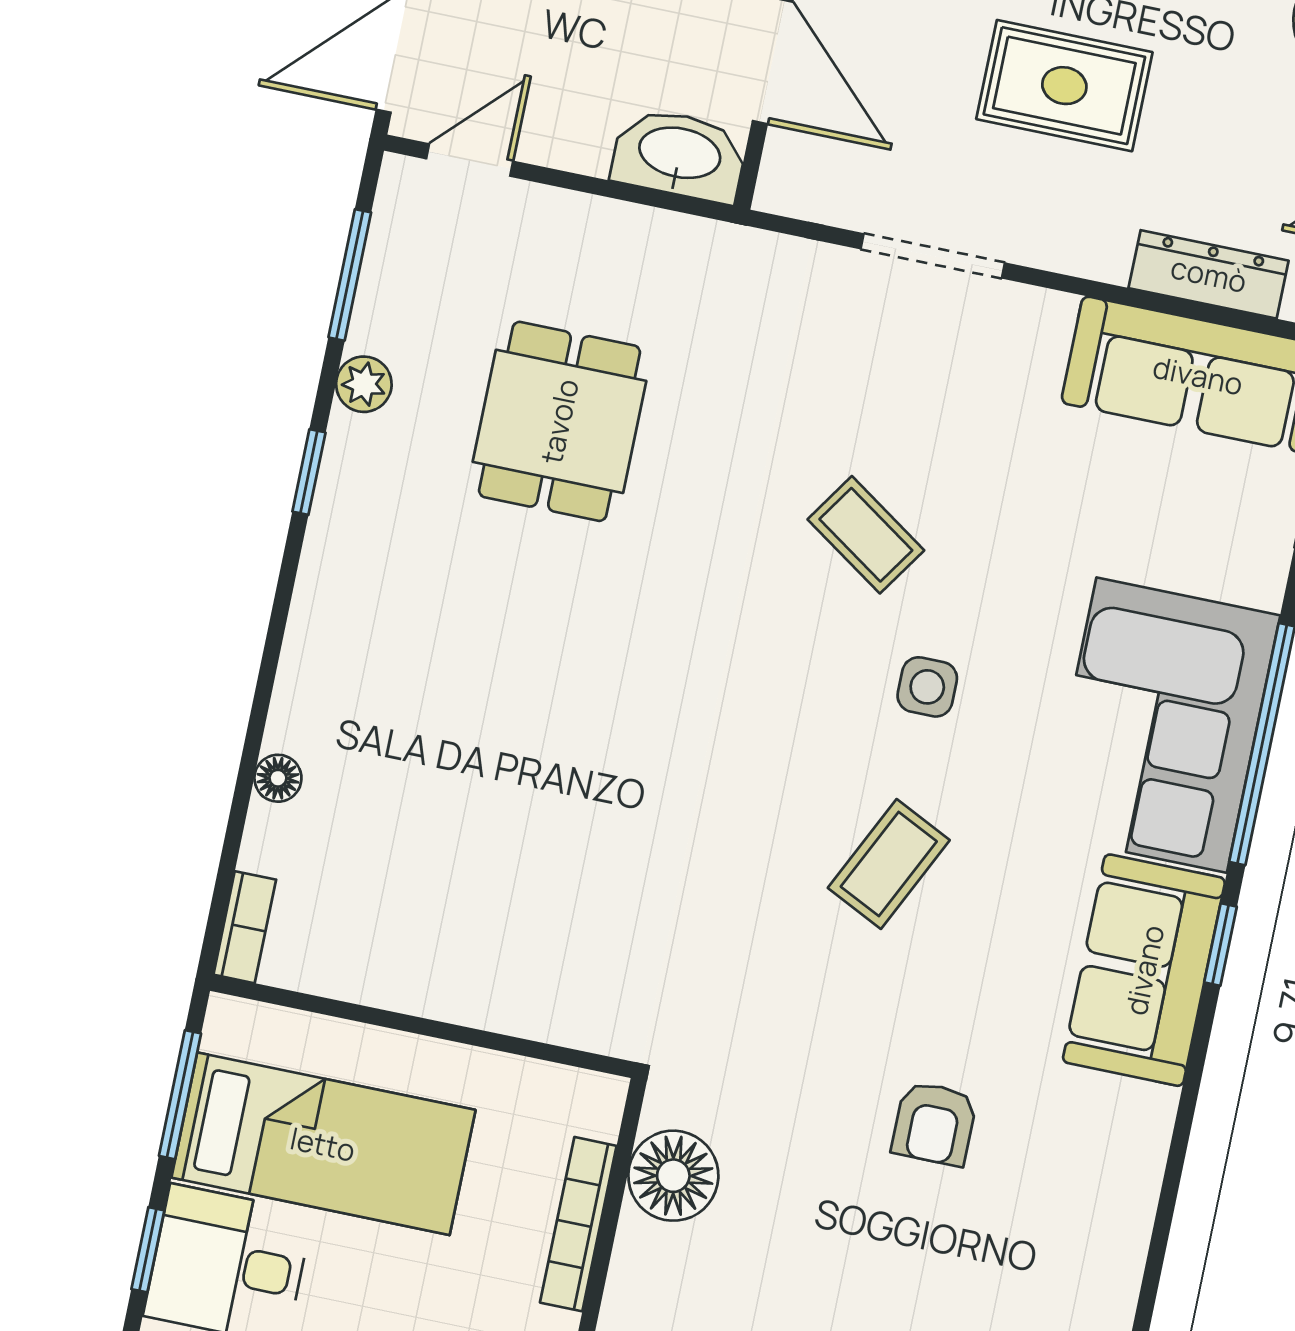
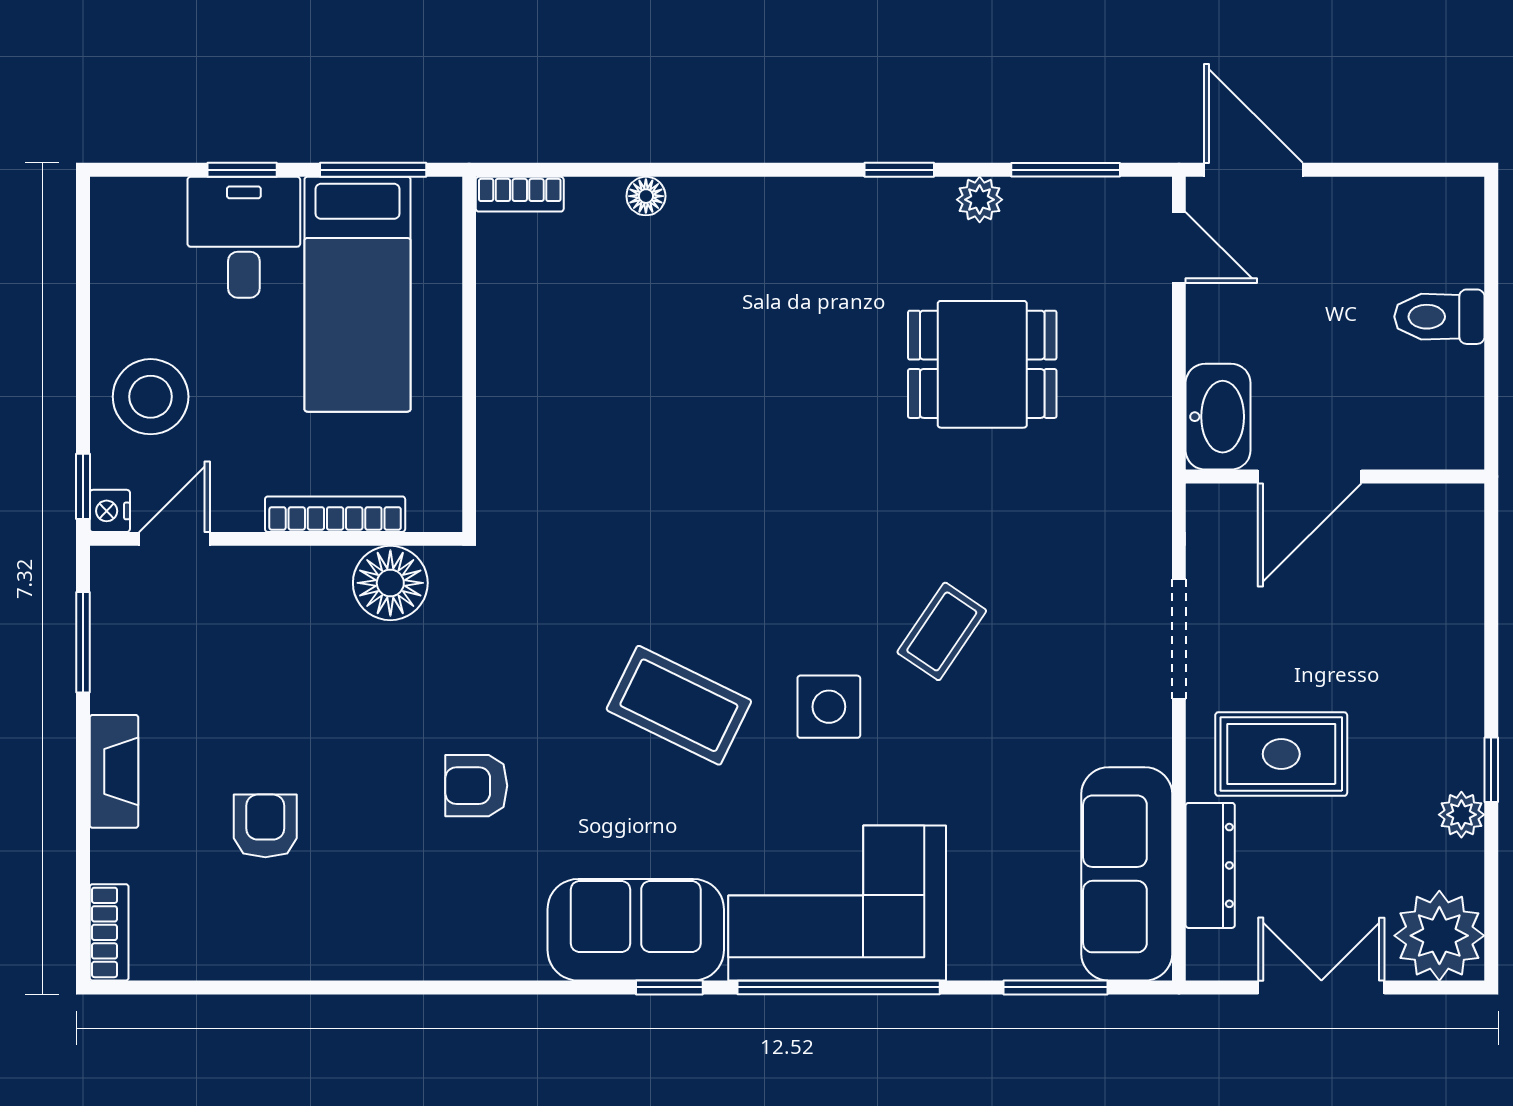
rug: (1064, 86) -> (1281, 754), moved, turned 90
side table: (927, 687) -> (829, 707), width x1.37, depth x1.37
coffee table: (889, 864) -> (679, 705), width x1.36, depth x1.30

